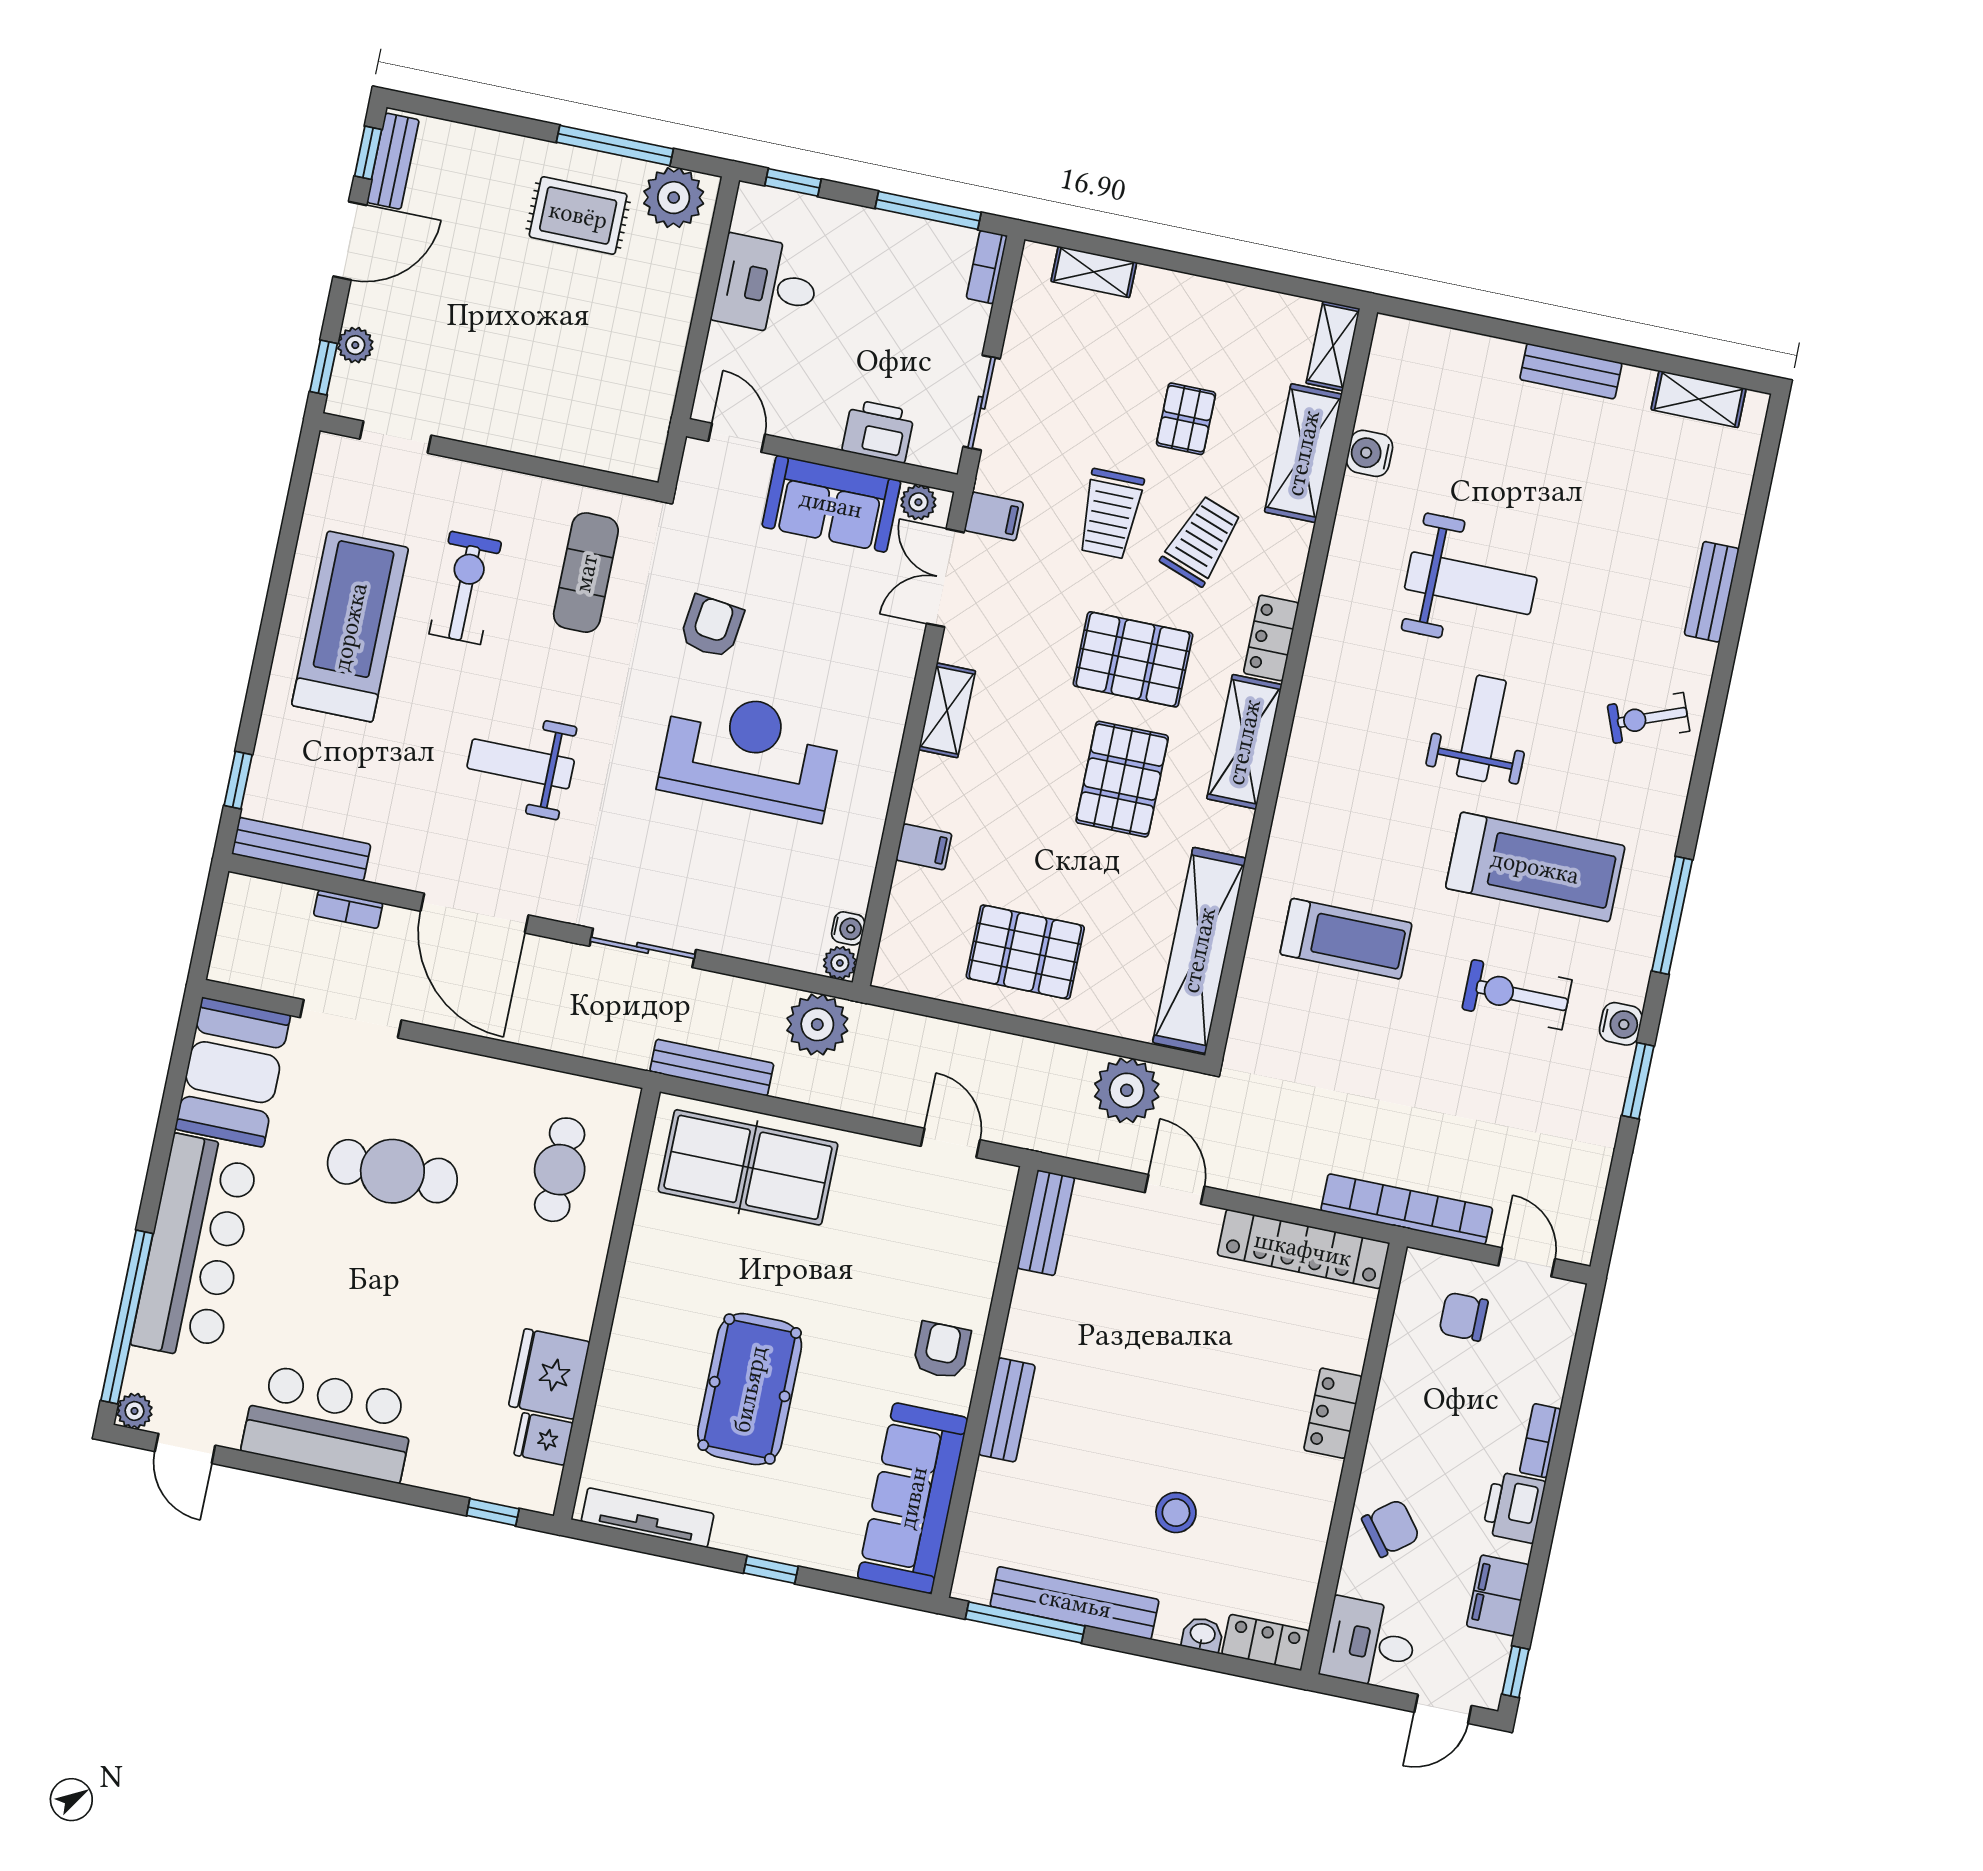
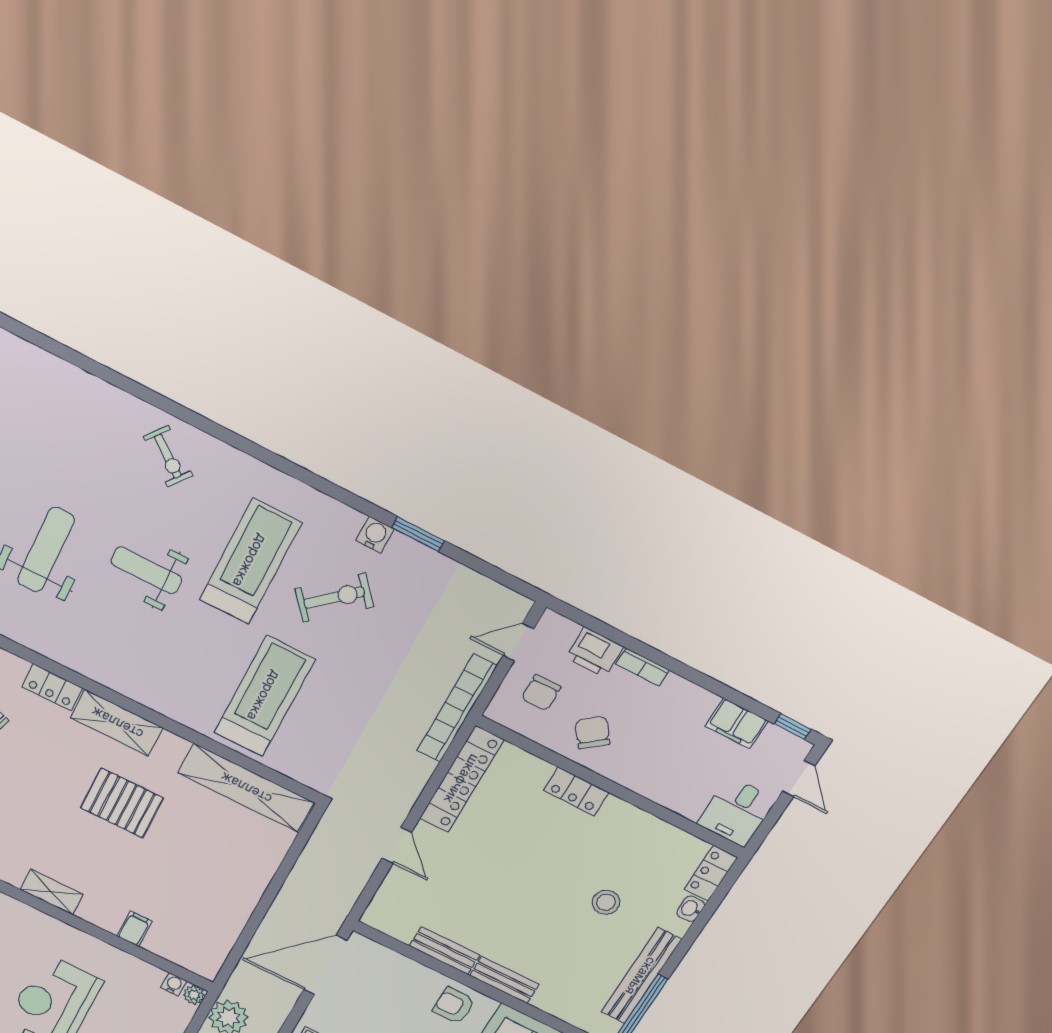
bench: (1712, 592) -> (90, 387), removed
pallet: (1133, 659) -> (46, 775), removed
exercise bike: (1648, 718) -> (168, 456), turned -31
window: (1672, 915) -> (310, 479), removed
treadmill: (1346, 939) -> (264, 696), width x1.37, depth x1.38
pallet: (1025, 952) -> (217, 890), removed
exercise bike: (1517, 995) -> (334, 598), turned -131
plant: (1127, 1090) -> (324, 856), removed
door: (950, 1143) -> (325, 965), width x1.87
door: (1175, 1189) -> (397, 845), swing flipped
bench: (1046, 1223) -> (445, 951), moved
printer: (1514, 1507) -> (594, 652), moved
chair: (1391, 1528) -> (592, 733), moved

